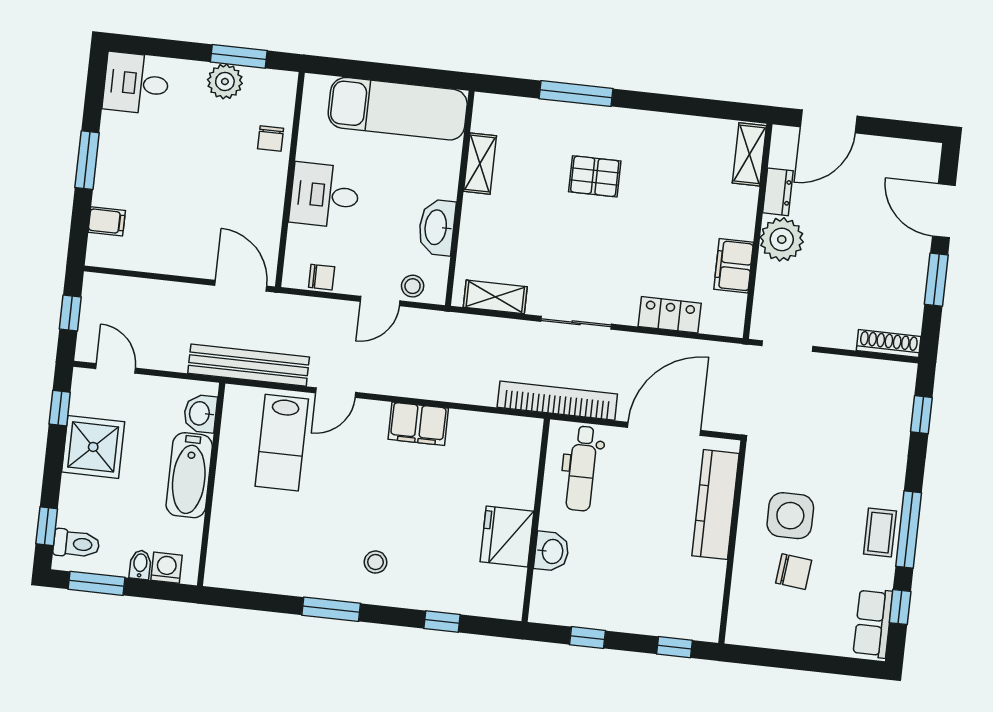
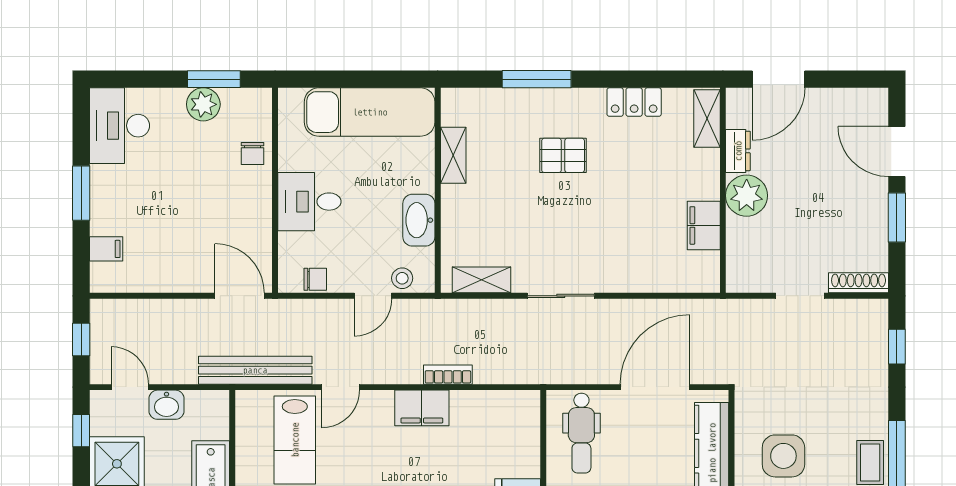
desk: (136, 83) -> (120, 126), width x1.37
locker: (670, 315) -> (634, 102), moved, turned 180
doorway: (788, 346) -> (800, 296), moved
bookcase: (557, 401) -> (448, 375), moved, width x0.43, depth x0.76
washbasin: (200, 413) -> (167, 405), moved, turned -90

